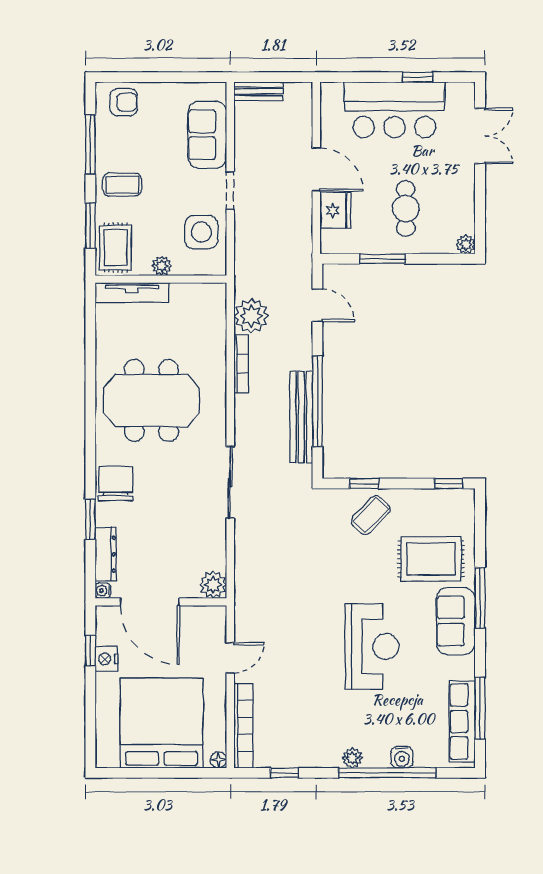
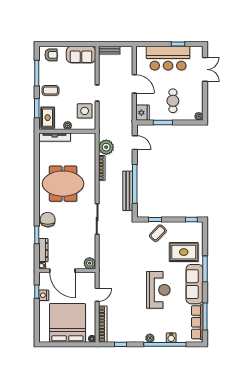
sofa: (207, 135) -> (81, 54), moved, turned -90
fridge: (335, 210) -> (142, 113), moved
sofa: (456, 621) -> (194, 284), width x1.36

